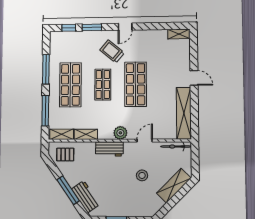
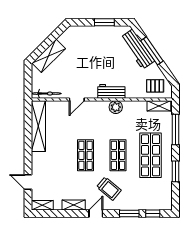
window: (46, 69) -> (176, 171), width x0.69
door: (194, 78) -> (28, 182), moved
shop shelf: (136, 84) -> (86, 155), width x0.70, depth x0.74
plant: (120, 133) -> (116, 107), moved
shelving: (86, 134) -> (74, 205), moved
stool: (142, 175) -> (79, 65), removed
workbench: (86, 197) -> (138, 49), width x1.38

